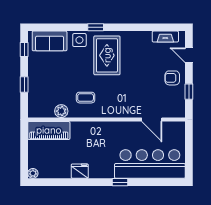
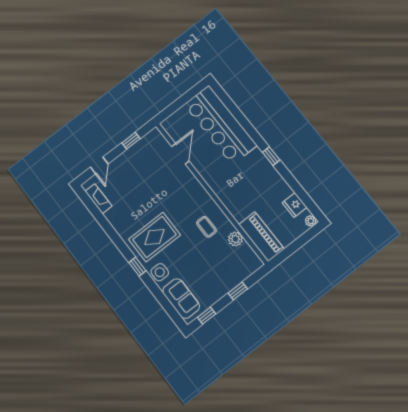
armchair: (172, 78) -> (130, 164), removed
fridge: (80, 171) -> (295, 205), moved
window: (120, 182) -> (271, 156), moved

